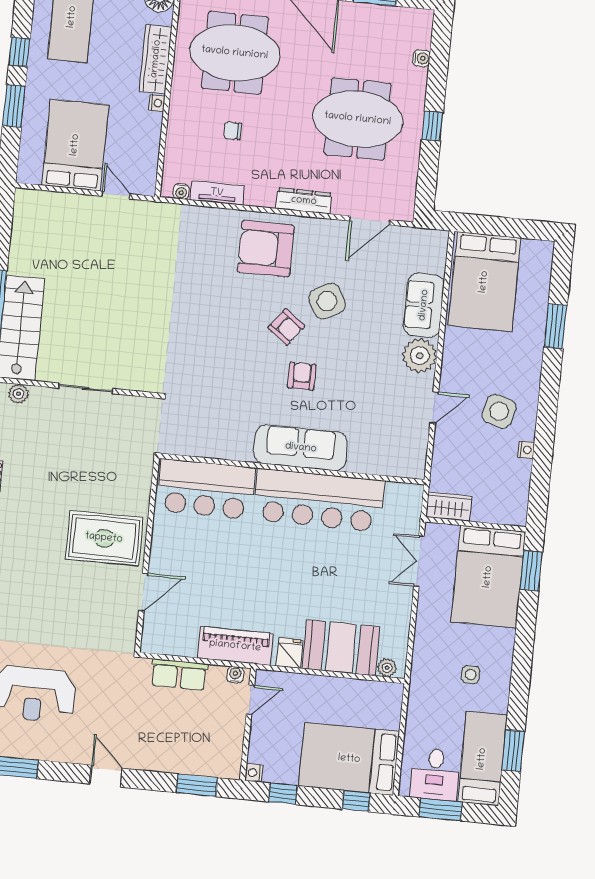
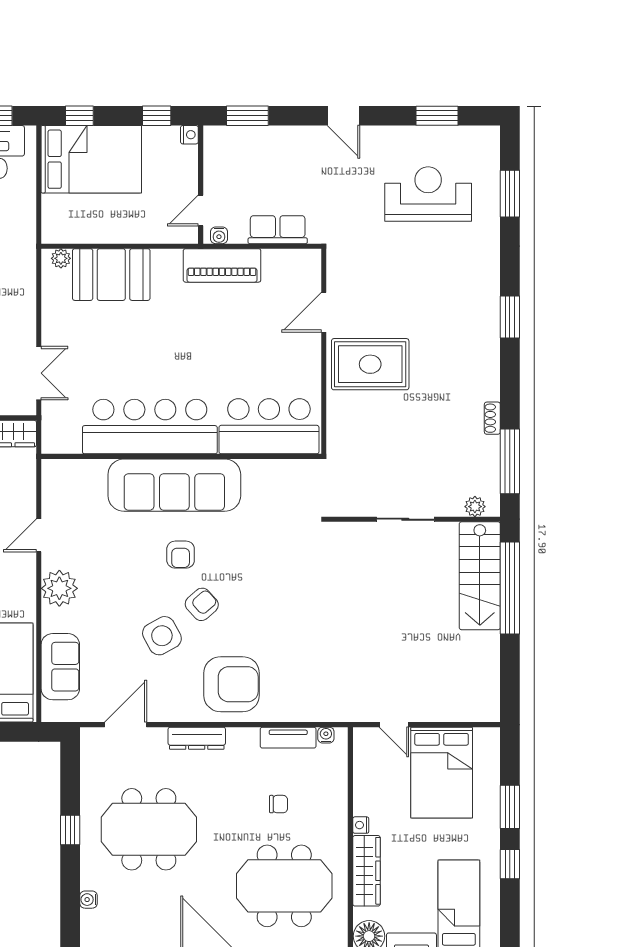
sofa: (424, 305) -> (60, 667), moved
armchair: (286, 327) -> (202, 604), turned 101
sofa: (301, 448) -> (174, 485), width x1.36, depth x1.27
fridge: (289, 653) -> (165, 264), removed

